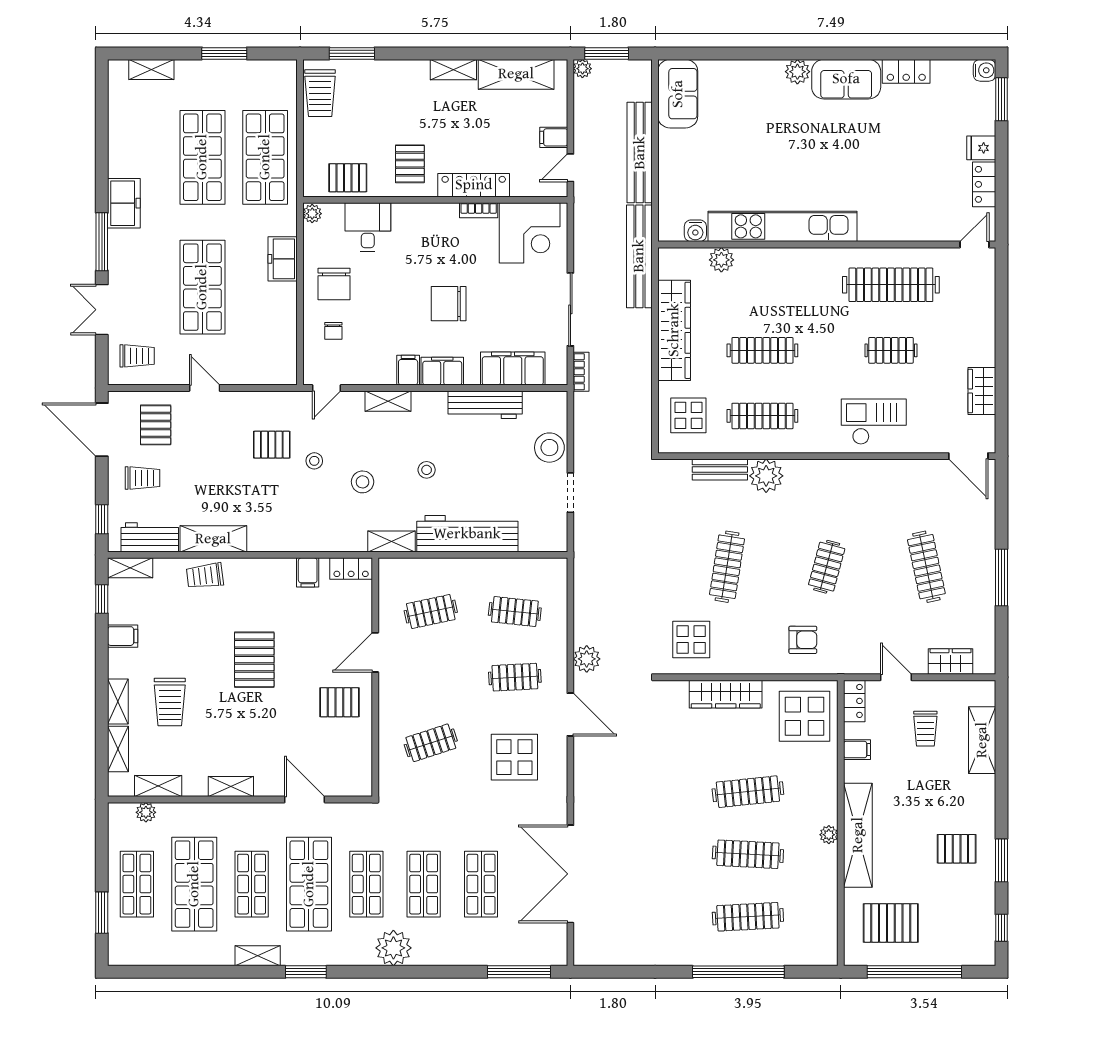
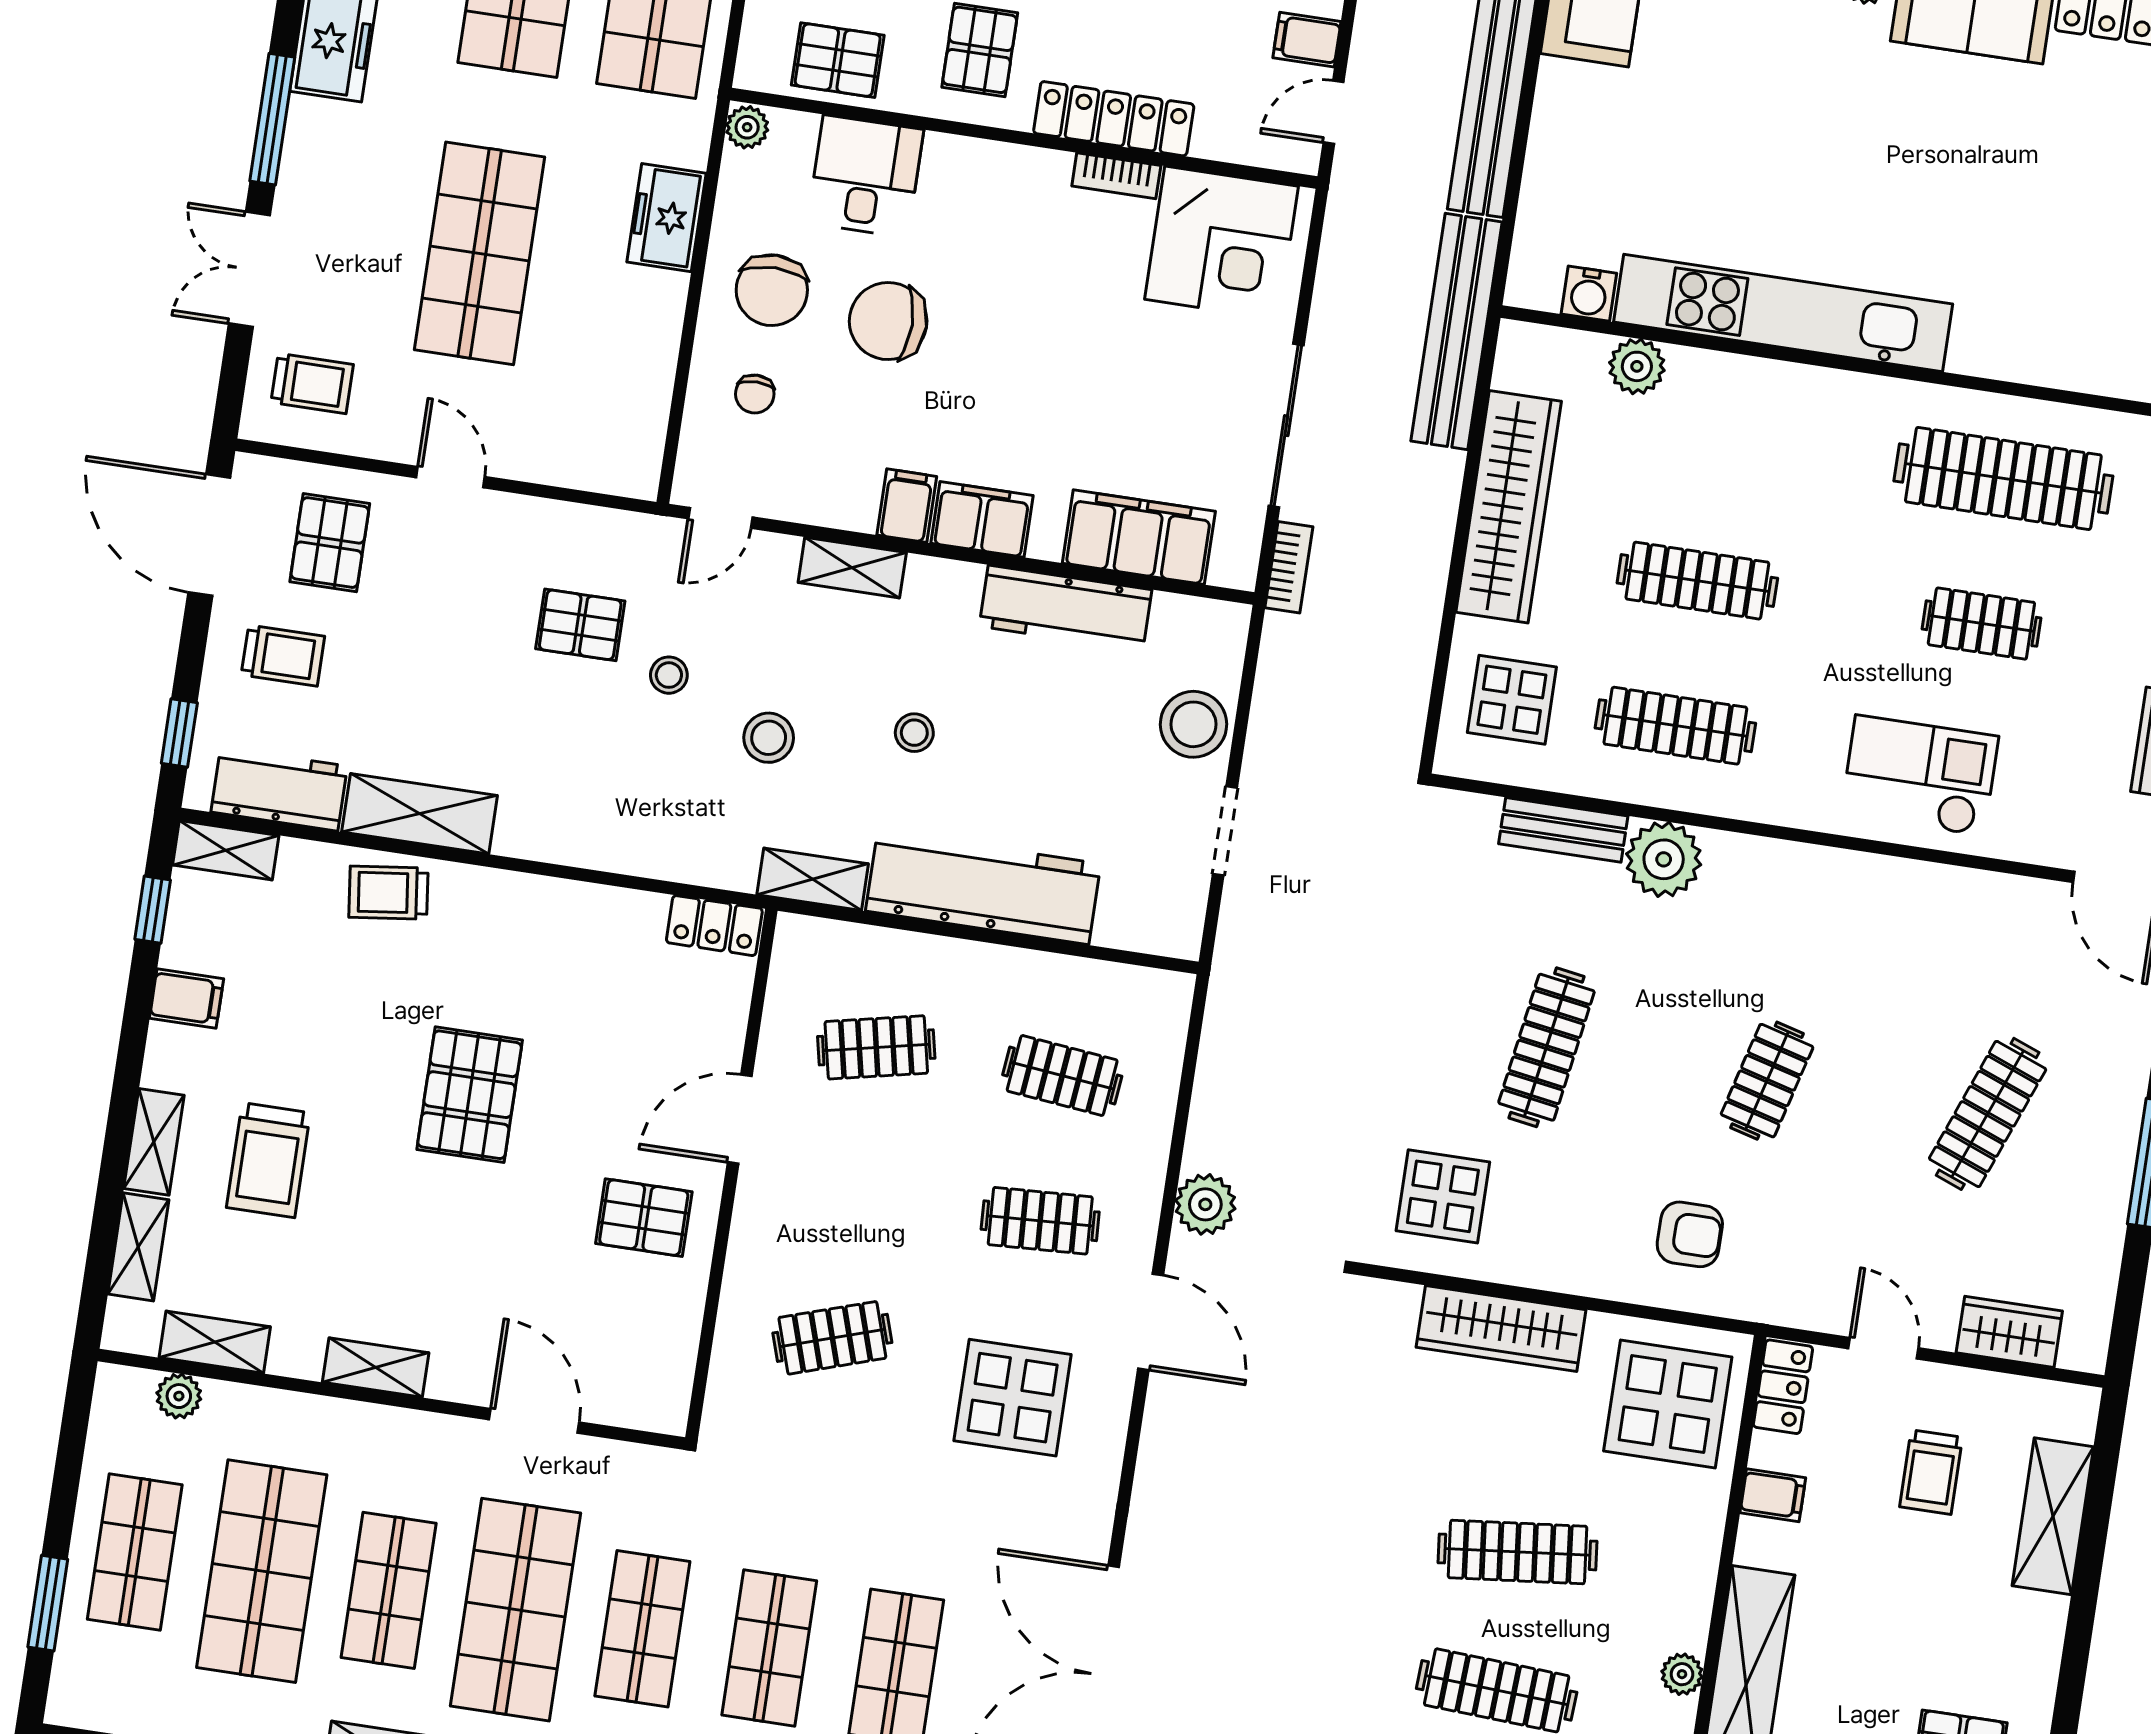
chair: (449, 304) -> (888, 321), moved
clothes rail: (926, 567) -> (1988, 1114), turned 33
filing cabinet: (308, 572) -> (617, 920), removed

